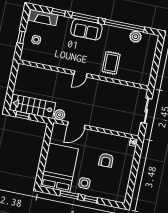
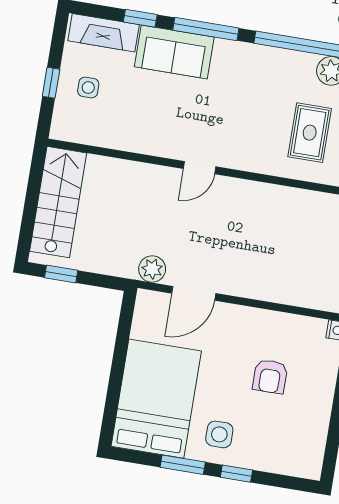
sofa: (86, 29) -> (174, 52), moved
rug: (111, 63) -> (310, 133), moved
stairs: (33, 106) -> (58, 202), moved, turned 90

